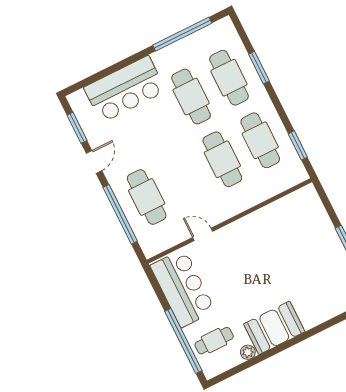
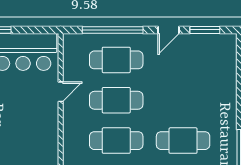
bar counter: (125, 89) -> (217, 87), removed
door: (94, 162) -> (168, 30), hinge flipped
cafe table: (184, 178) -> (116, 100), added

